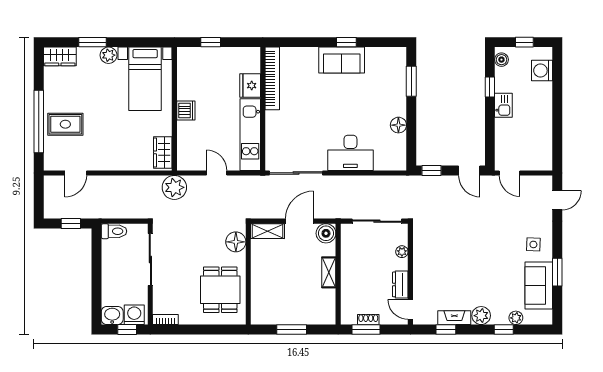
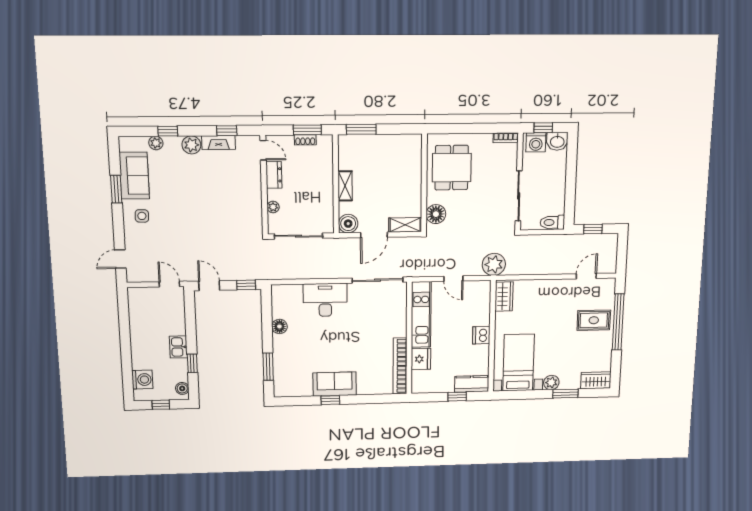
kitchen counter: (195, 56) -> (472, 384), added
window: (292, 329) -> (361, 129), moved

